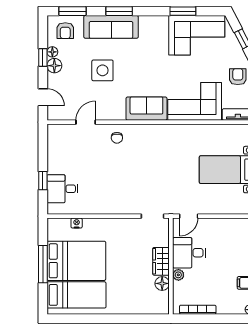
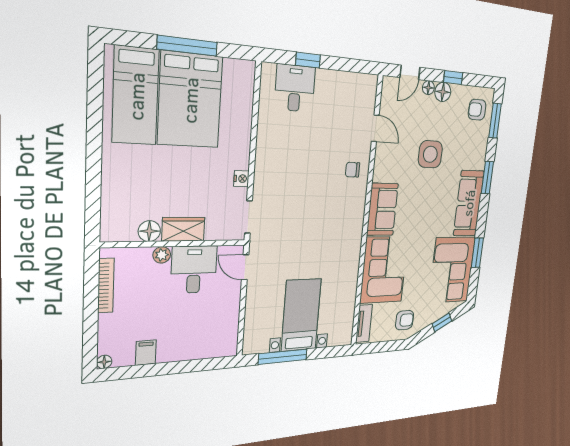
sofa: (111, 27) -> (469, 203), moved
floor lamp: (52, 52) -> (428, 88), moved
nightstand: (77, 223) -> (241, 179), moved

